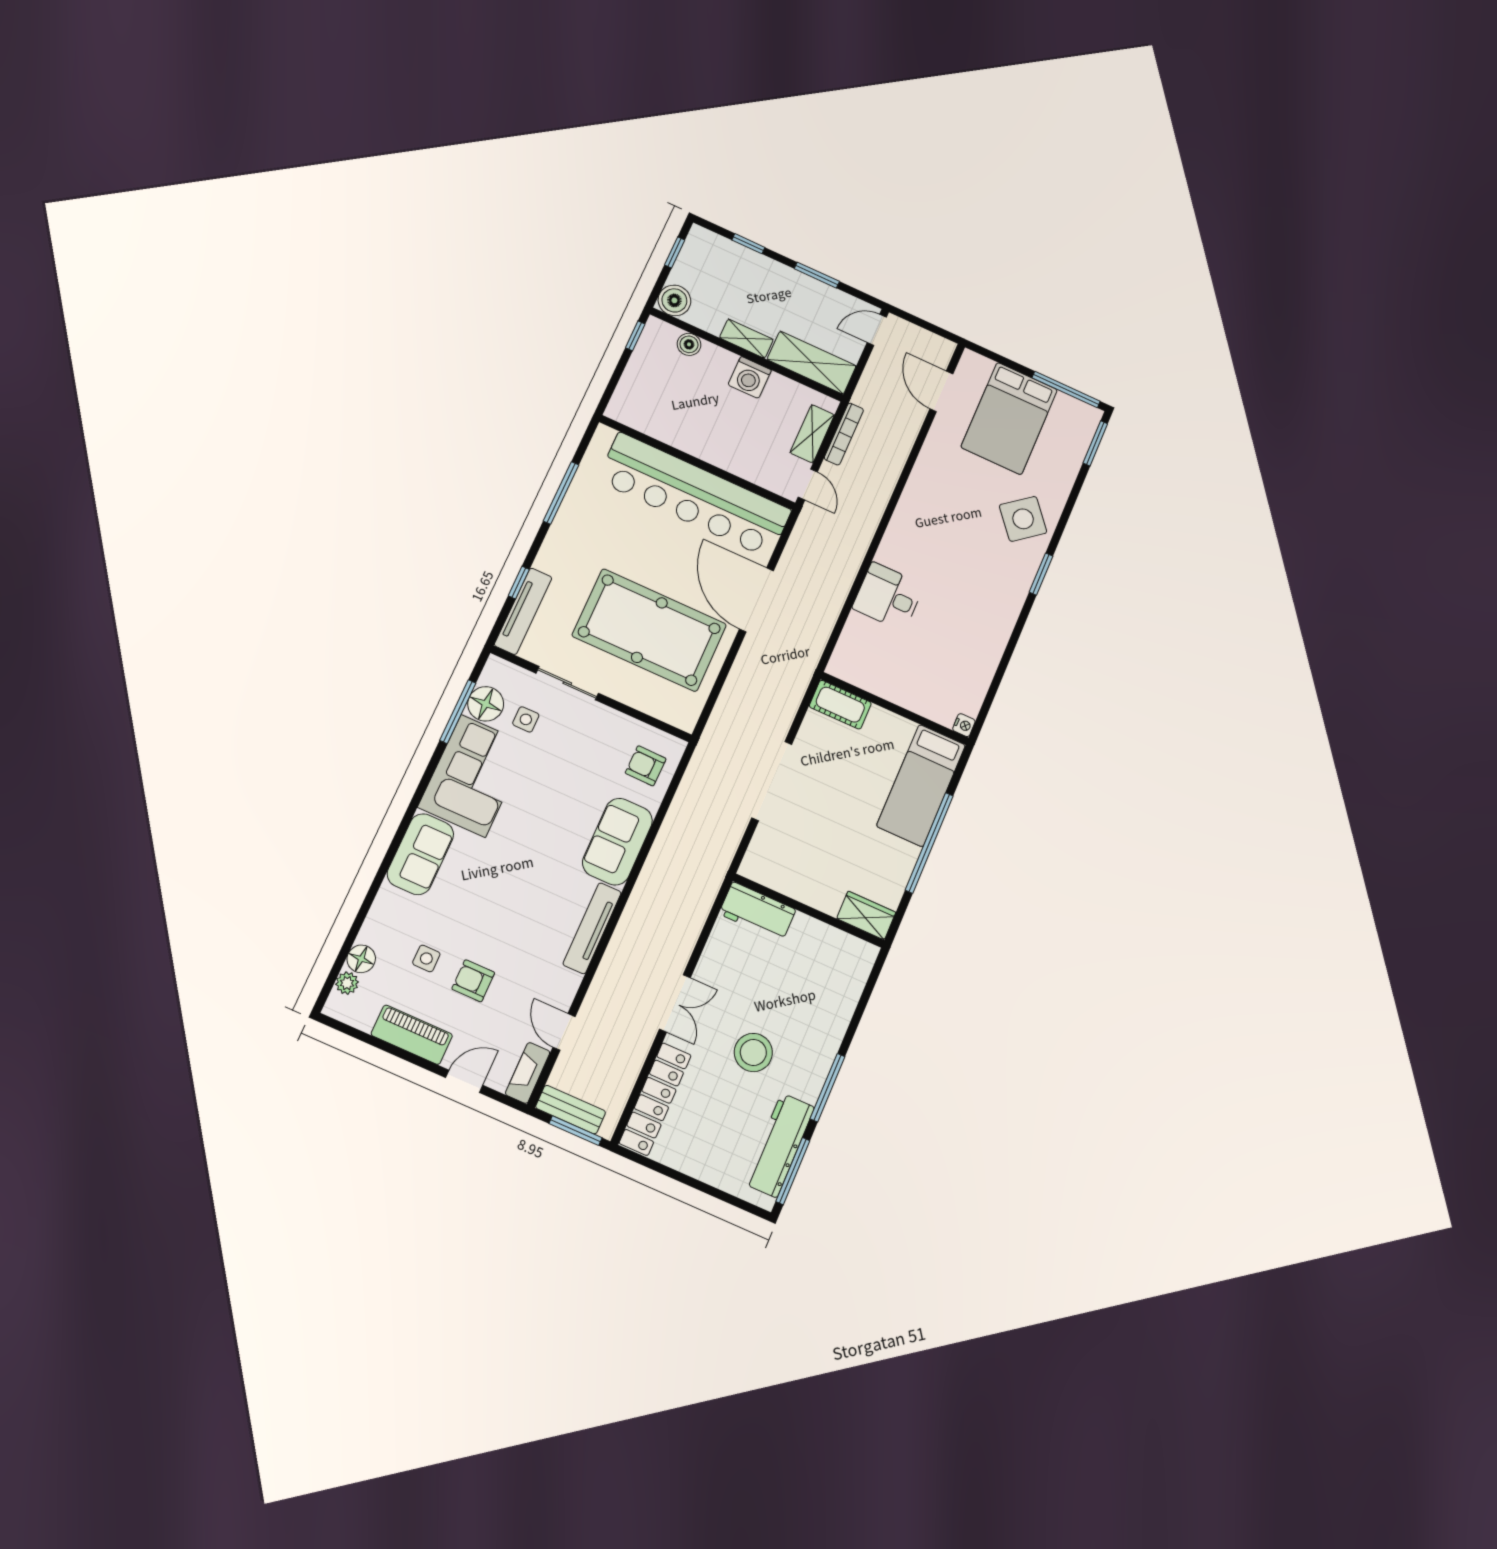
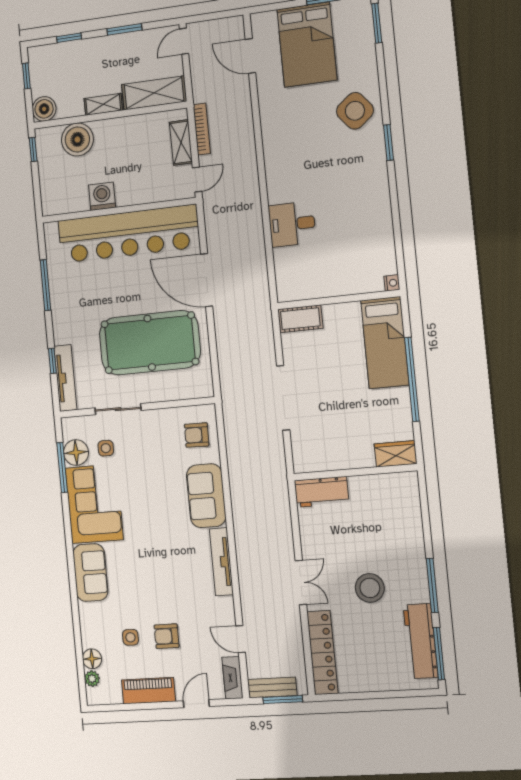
boiler: (689, 344) -> (77, 139), width x1.86, depth x1.86
washing machine: (750, 377) -> (102, 196), moved, turned 180
door: (808, 484) -> (197, 180), hinge flipped

